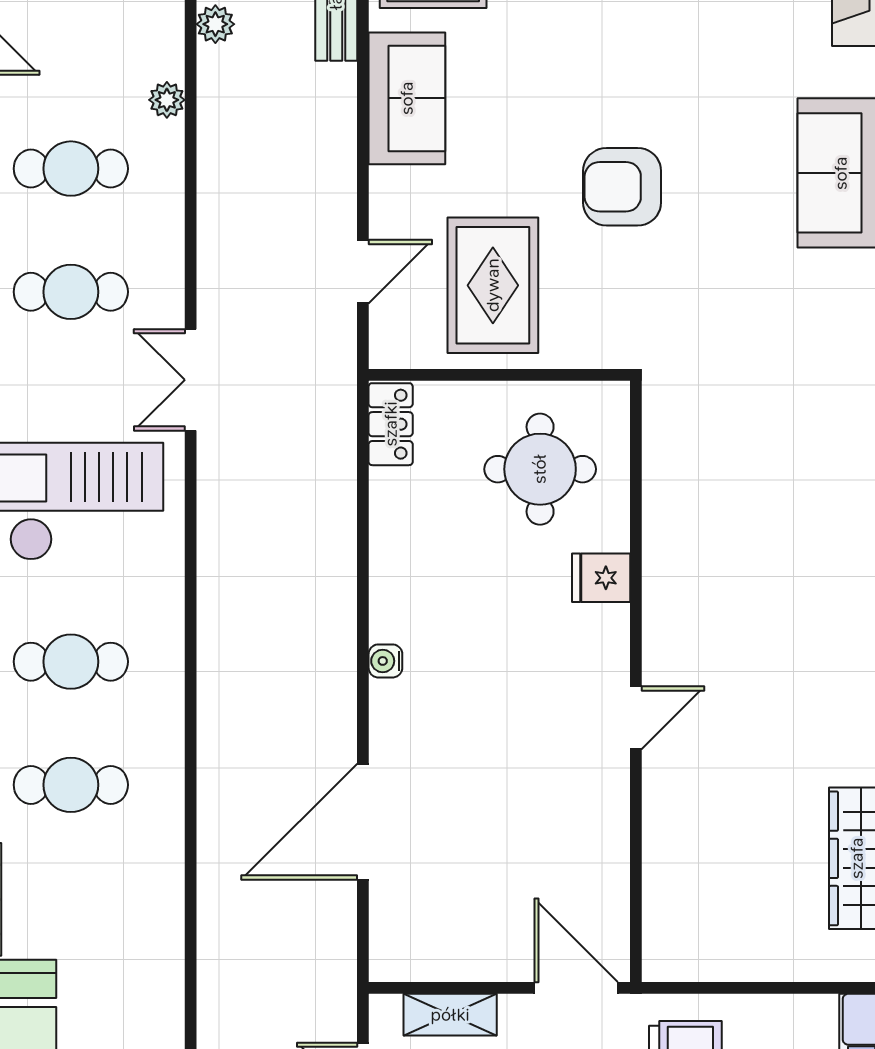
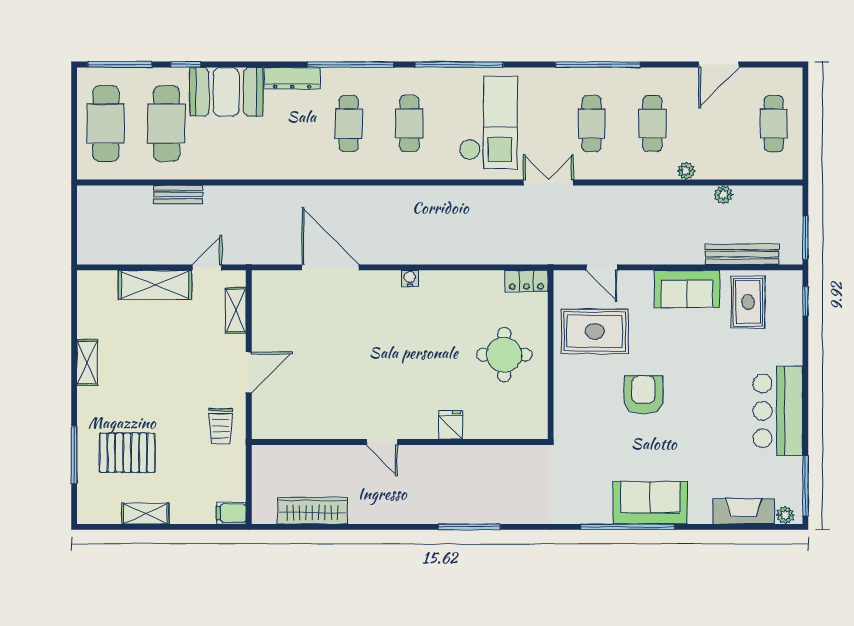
fridge: (601, 578) -> (451, 425), moved
wall: (636, 681) -> (400, 442), moved
door: (636, 718) -> (382, 442), moved

